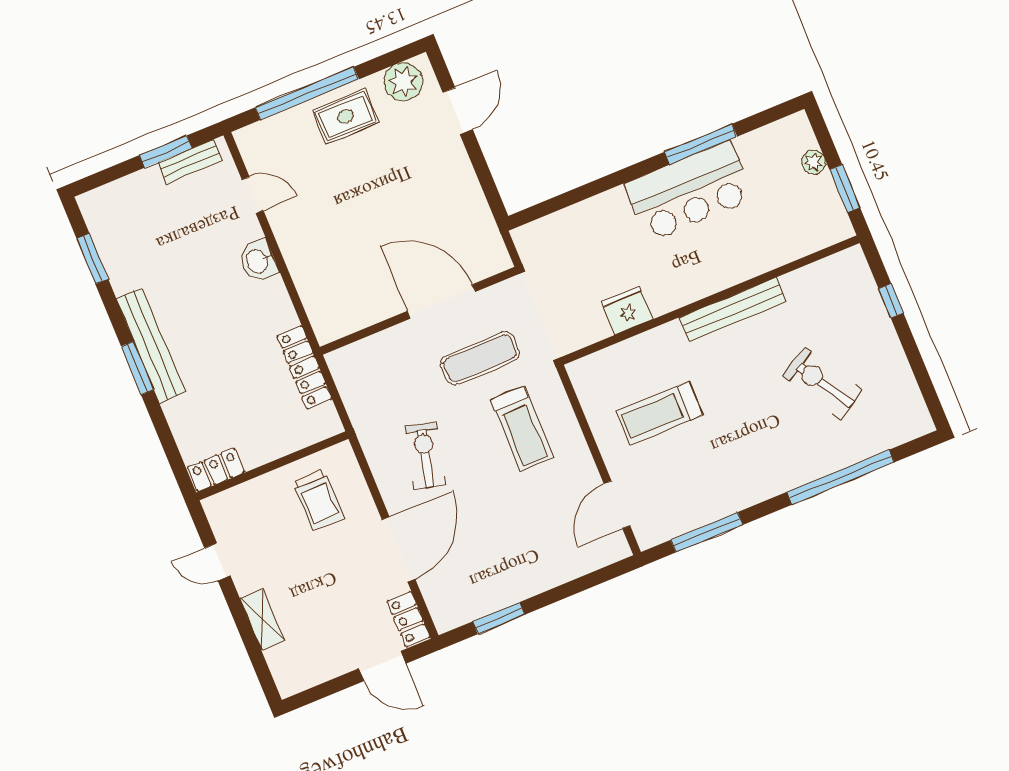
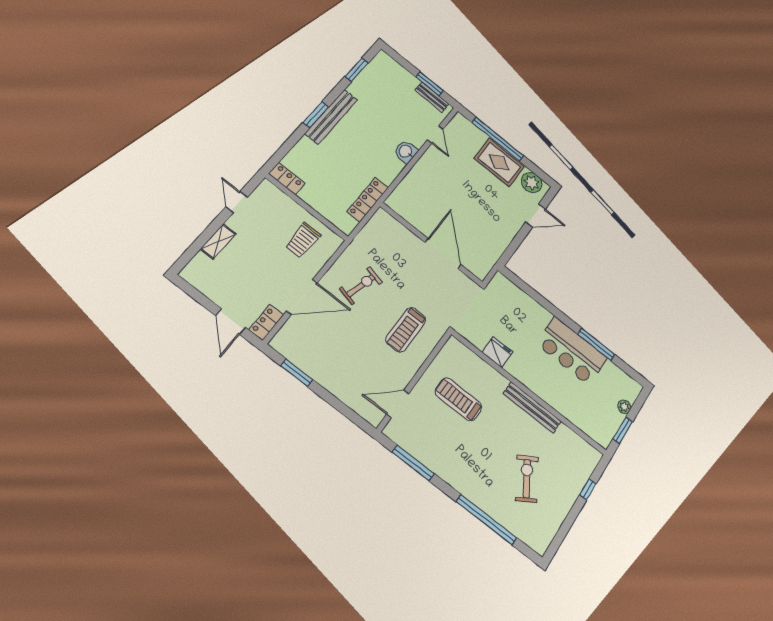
rug: (345, 116) -> (499, 162), width x1.36, depth x1.43
exercise mat: (480, 358) -> (428, 288), removed

